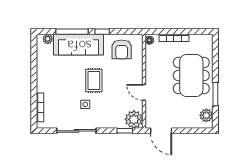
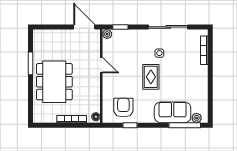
window: (72, 32) -> (185, 125), moved
window: (102, 32) -> (130, 125), moved
sofa: (79, 45) -> (173, 112), width x0.73
plant: (206, 115) -> (39, 42), removed
plant: (134, 119) -> (107, 34), width x0.53, depth x0.53

